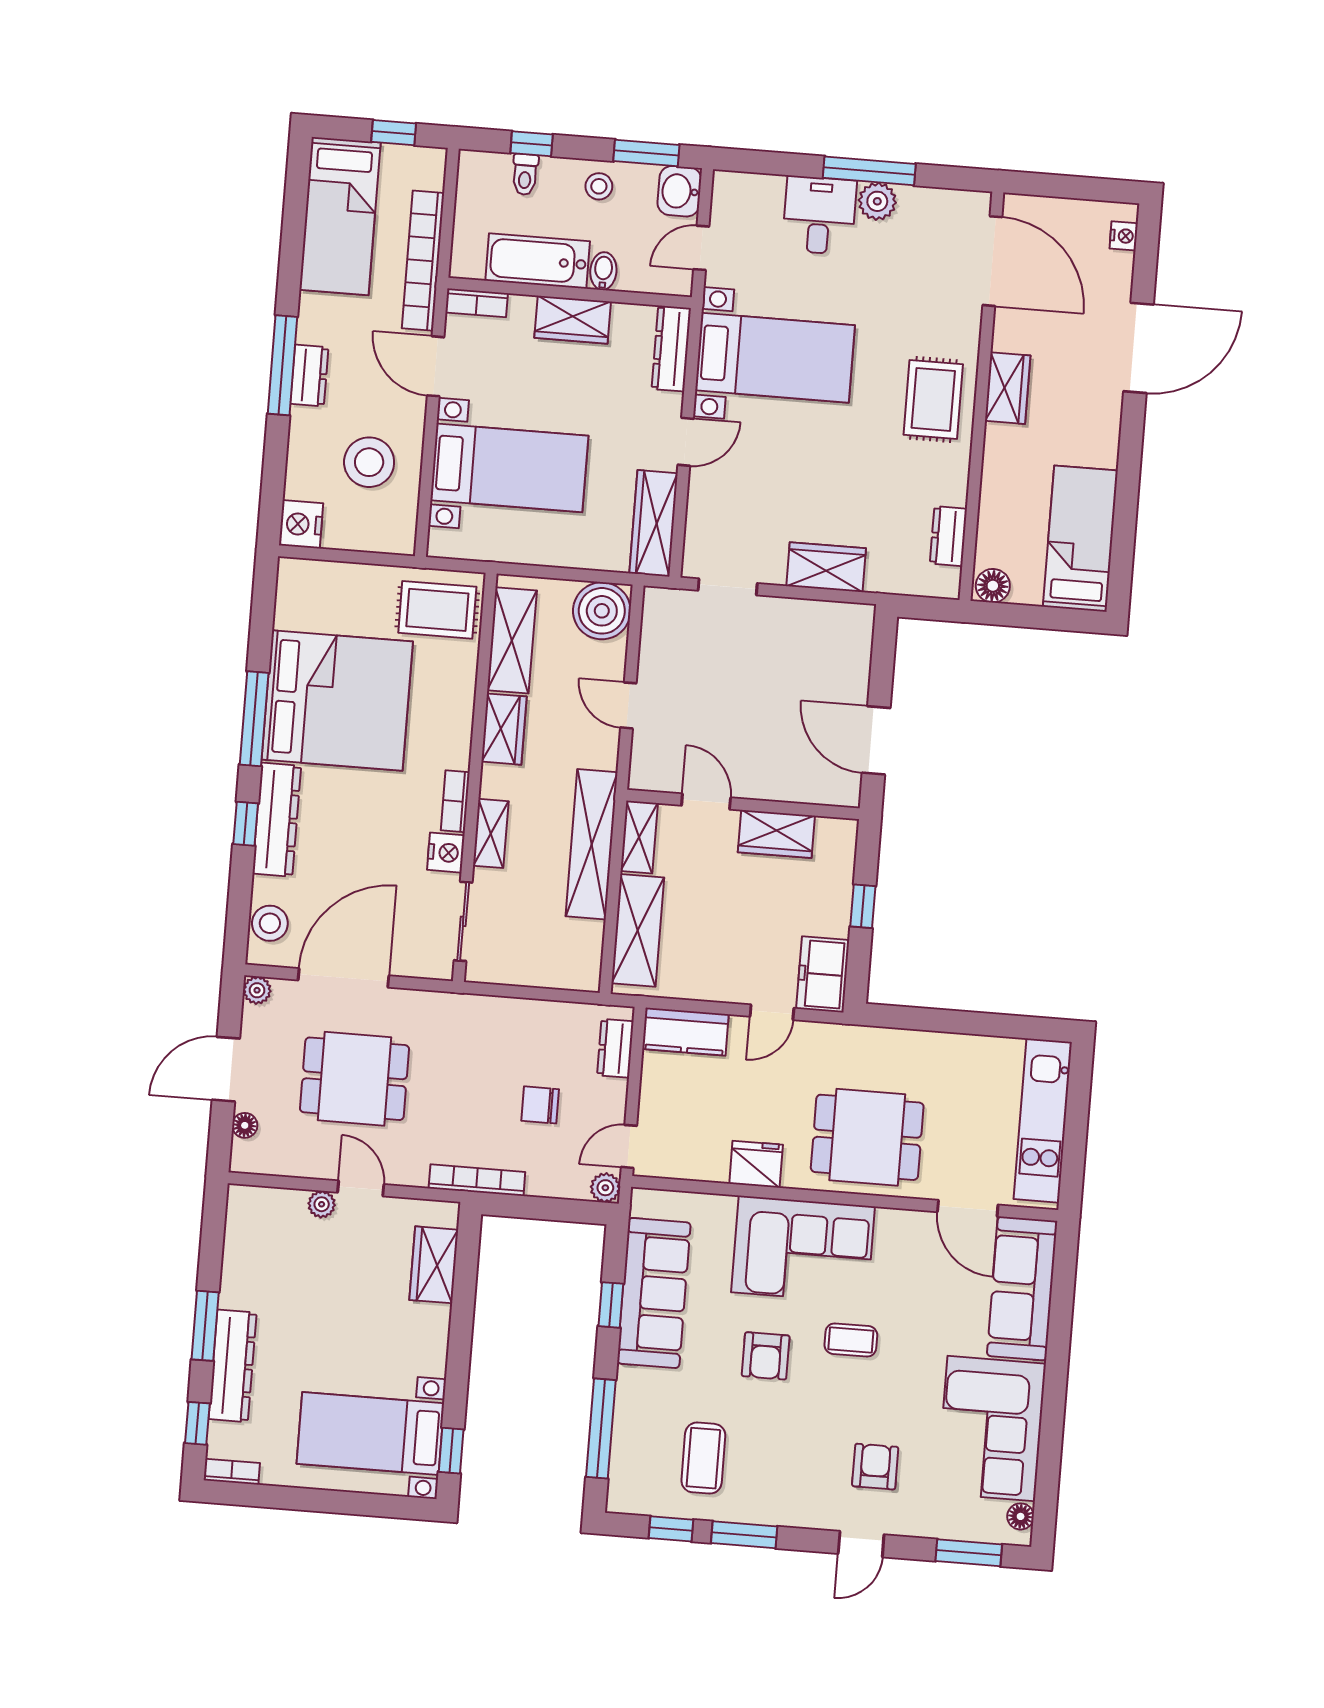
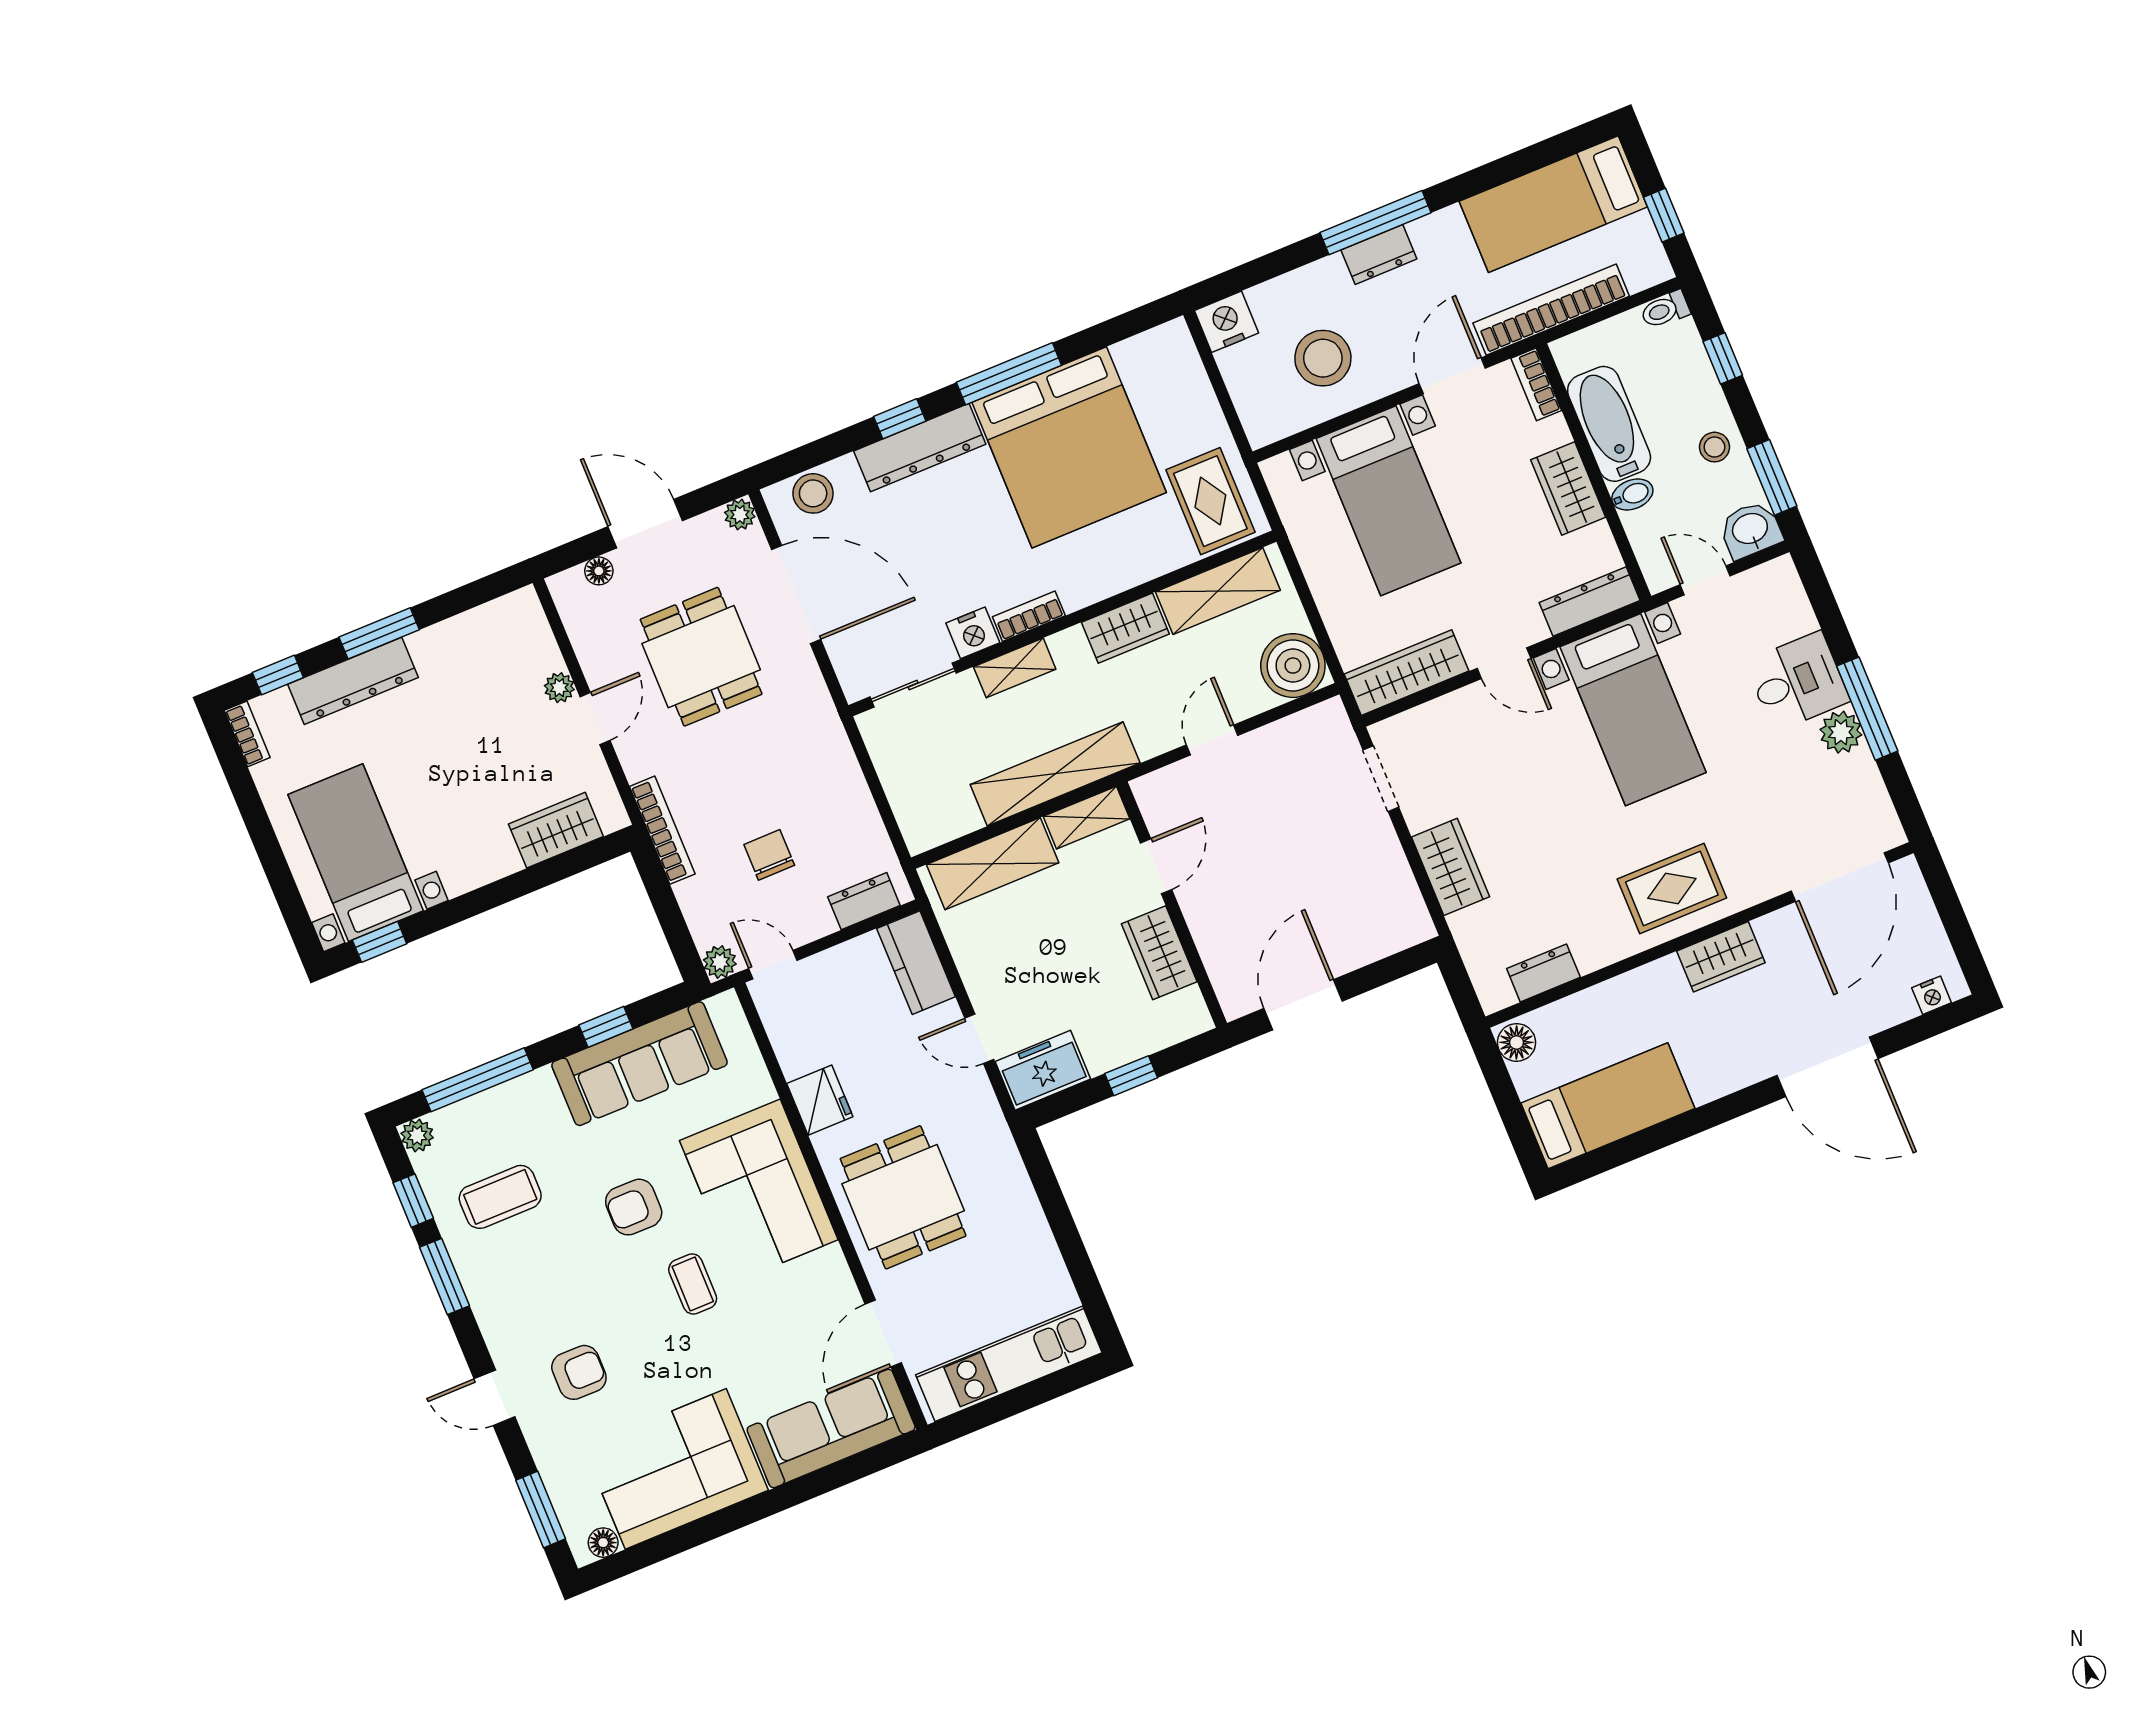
toilet: (525, 174) -> (1665, 310), moved
plant: (621, 1499) -> (417, 1135), added

